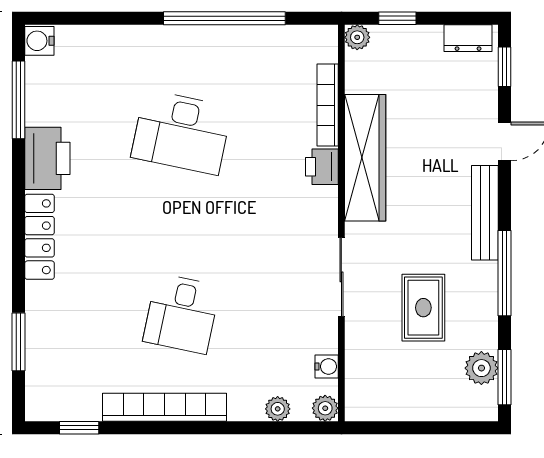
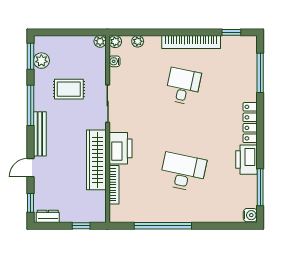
plant: (357, 37) -> (100, 41), moved
printer: (322, 167) -> (120, 148), width x1.87, depth x1.48
rug: (423, 308) -> (69, 89), turned 90
window: (18, 342) -> (260, 73), width x1.44

